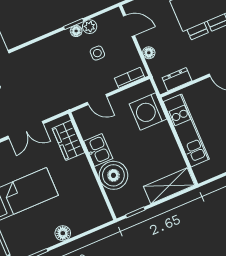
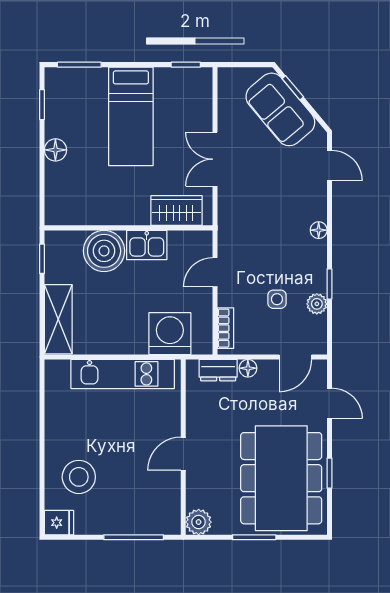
floor lamp: (76, 31) -> (319, 230), moved
dresser: (177, 79) -> (218, 370), moved, turned 90

